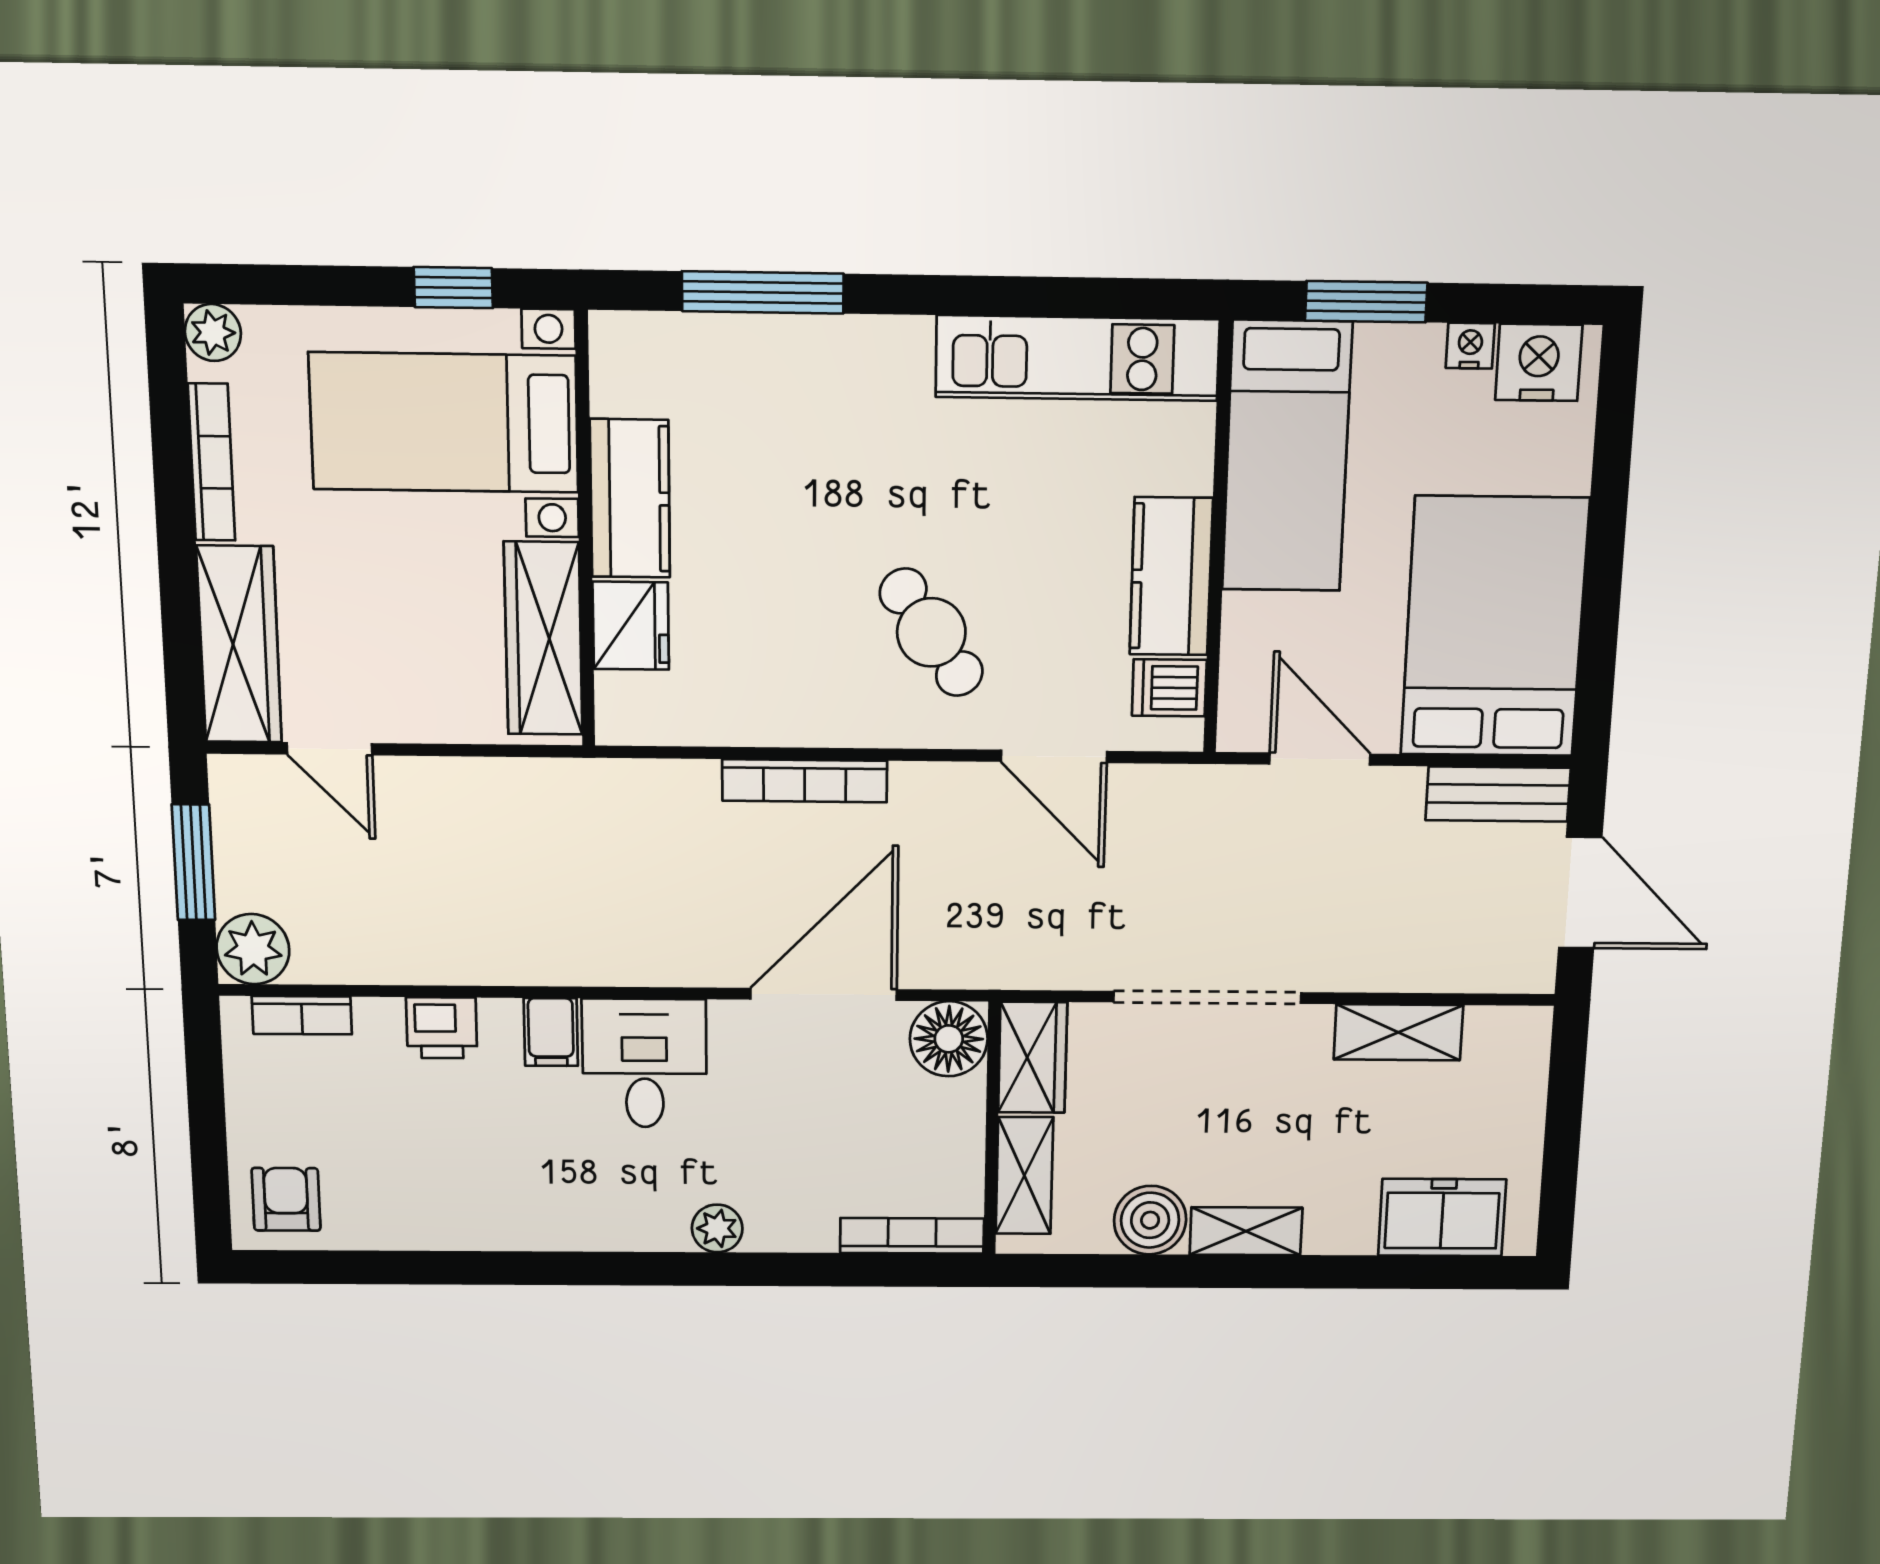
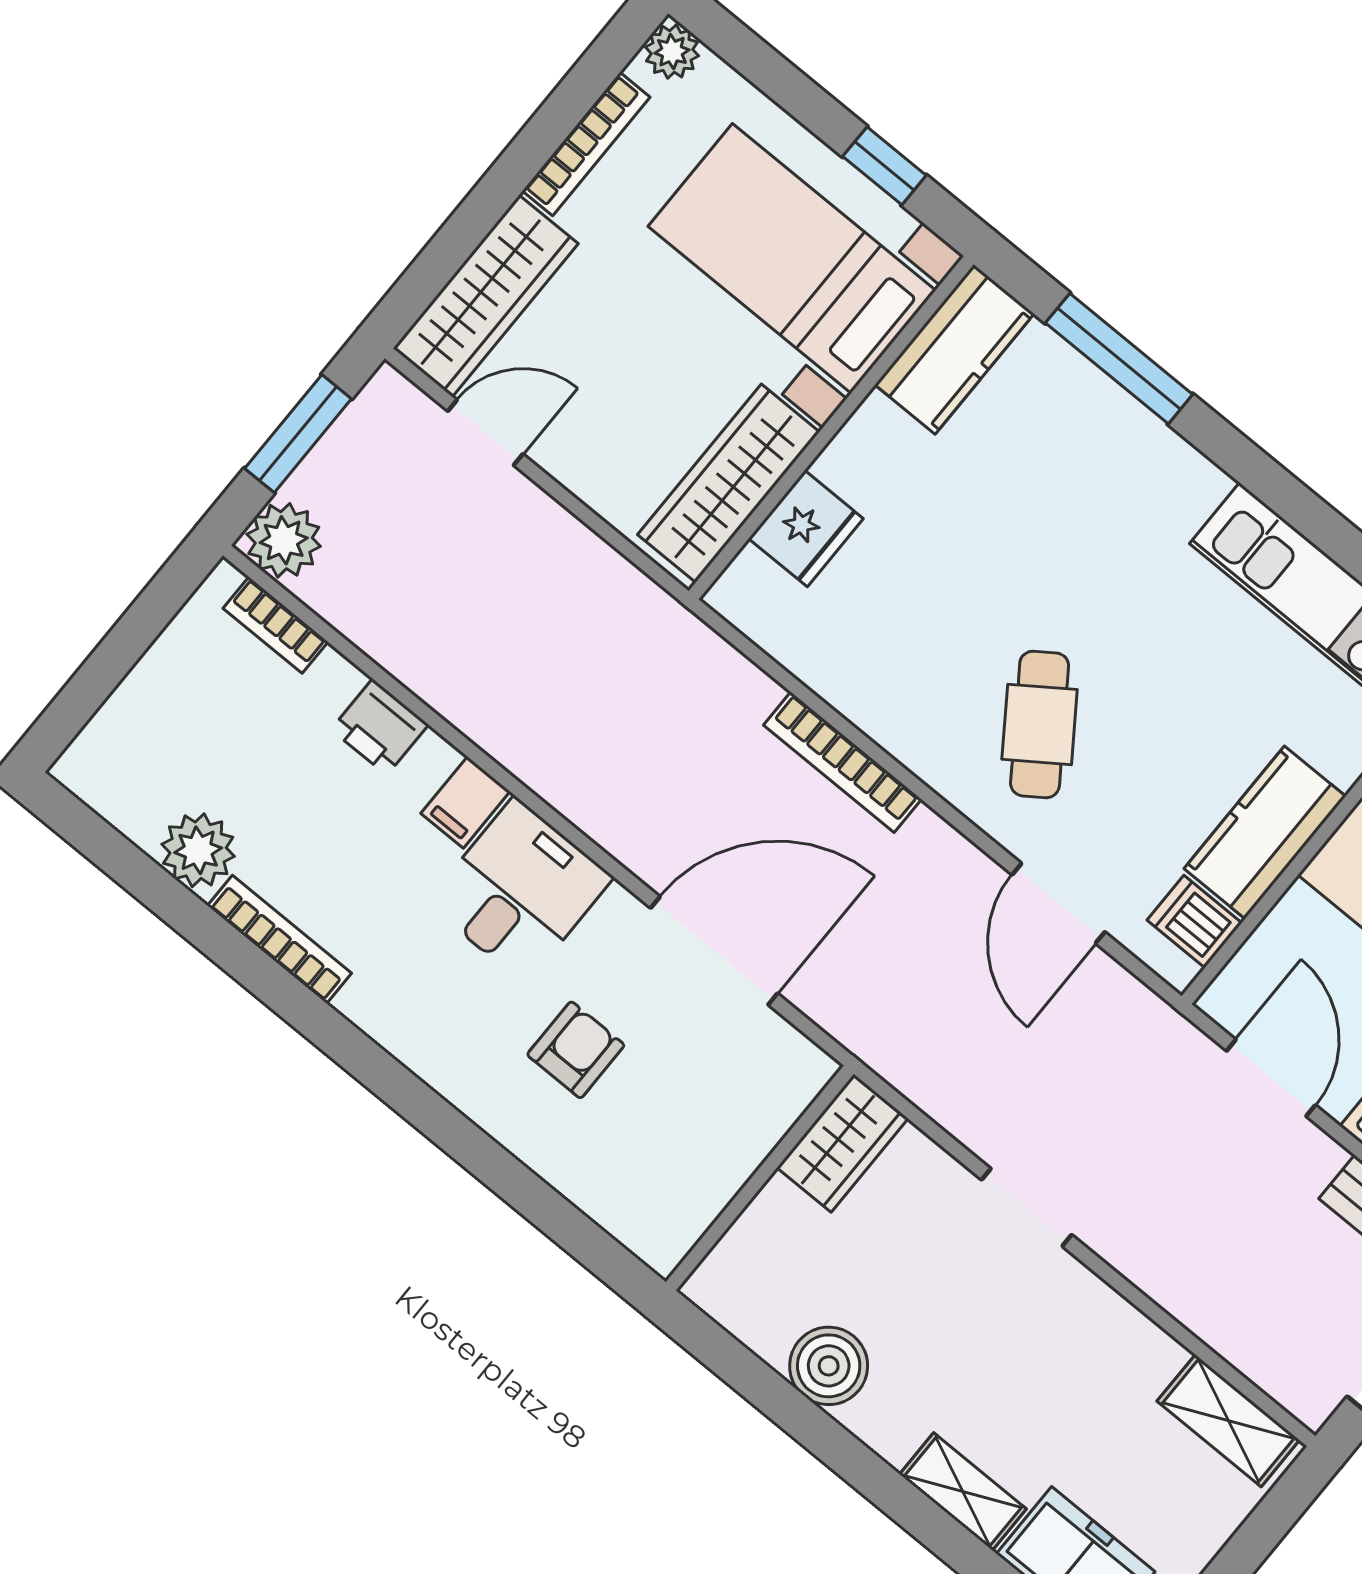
kitchen counter: (630, 499) -> (954, 349), moved
door: (329, 749) -> (485, 433), swing flipped
doorway: (1207, 997) -> (1027, 1207), width x0.53
shelving: (1398, 1032) -> (1228, 1421), moved
floor lamp: (949, 1039) -> (786, 1071), removed
shelving: (1024, 1176) -> (755, 1241), removed
armchair: (286, 1199) -> (576, 1050), moved
plant: (717, 1228) -> (198, 850), moved, width x1.38, depth x1.38
shelving: (1246, 1231) -> (963, 1492), moved
bookcase: (912, 1236) -> (279, 939), moved

